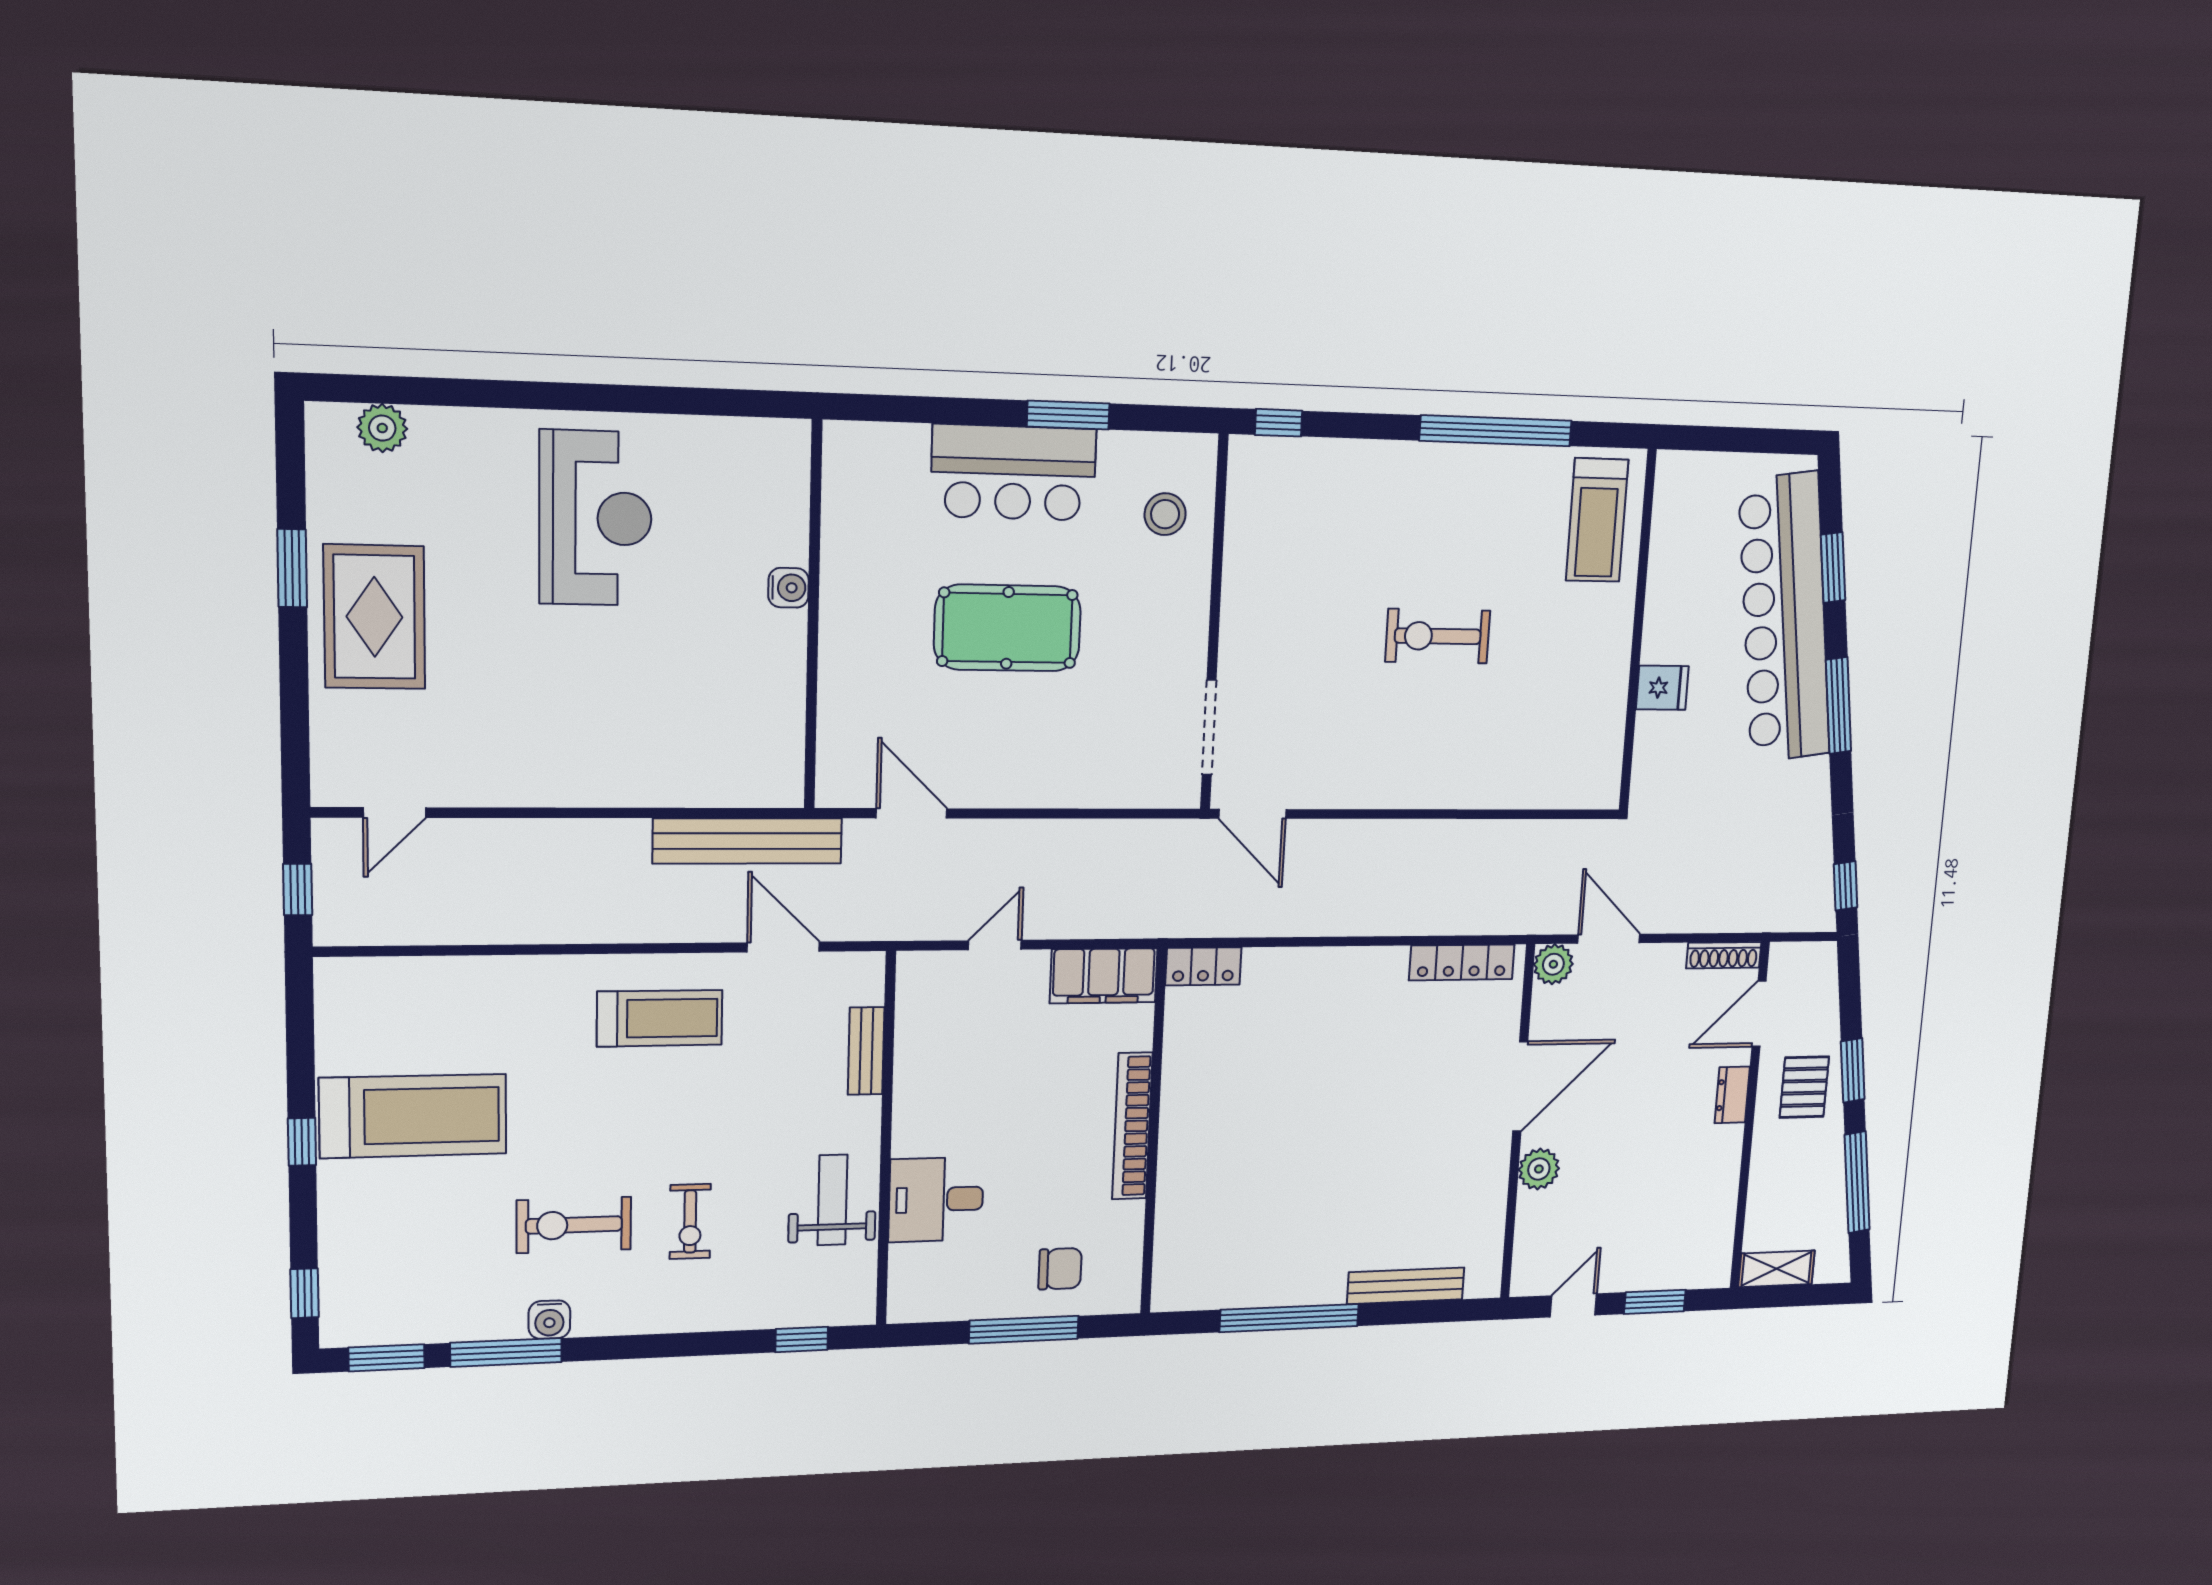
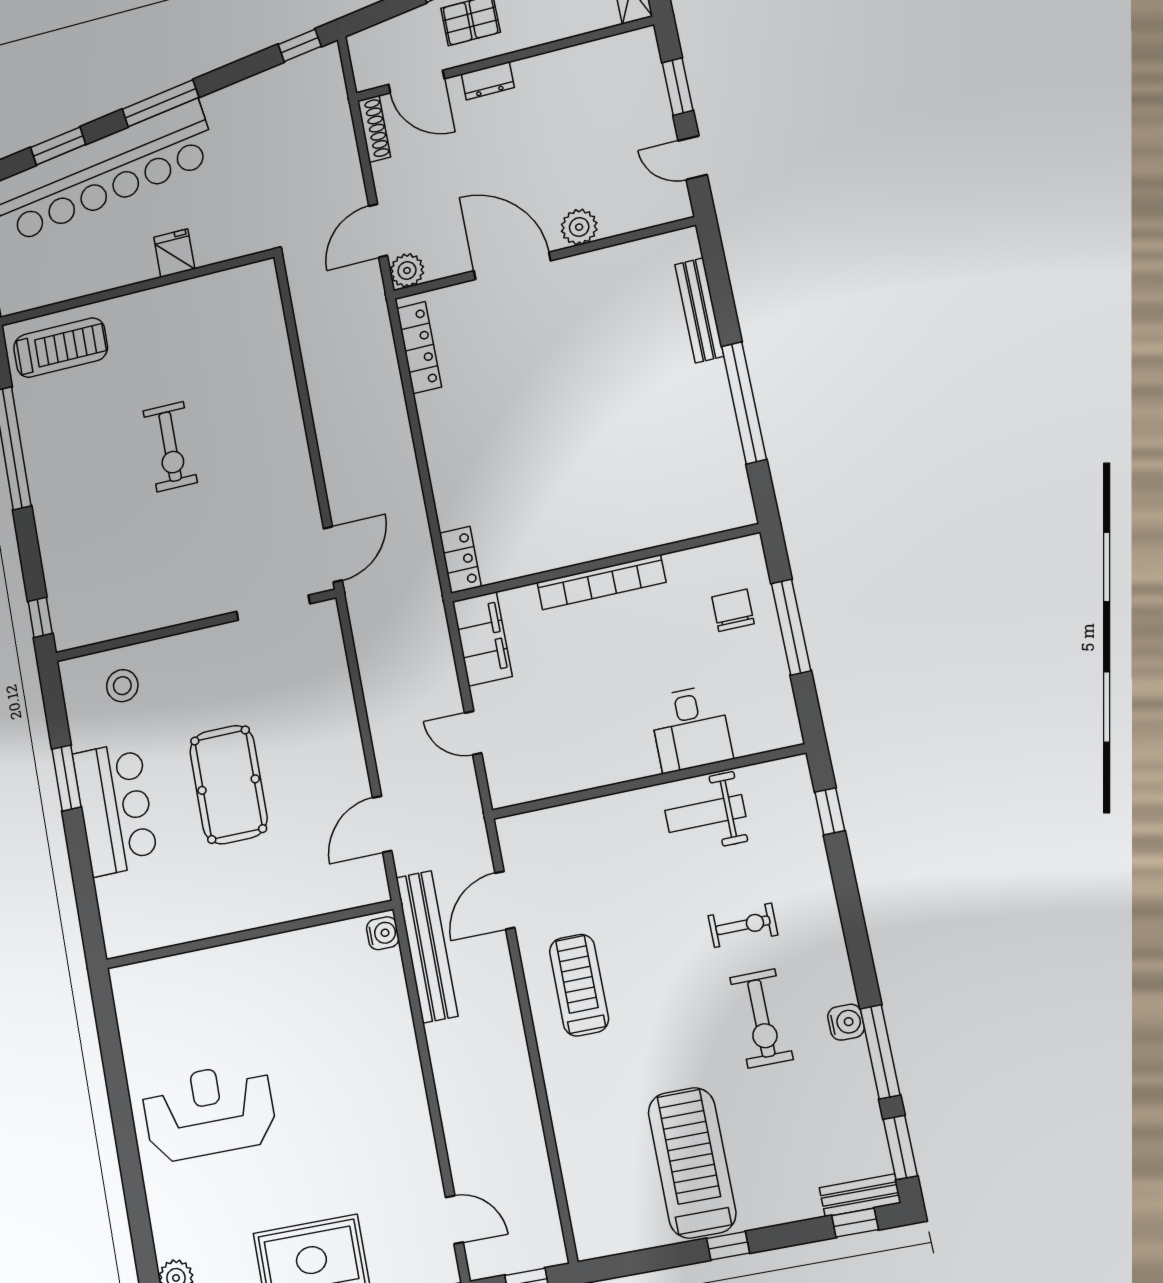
water cooler: (788, 588) -> (383, 933), moved, turned 90
bench: (866, 1051) -> (860, 1195), moved

